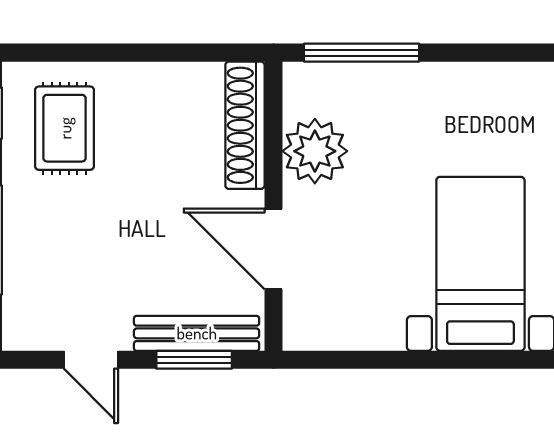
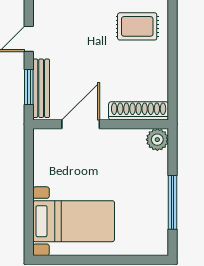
window: (362, 53) -> (173, 202), moved
plant: (315, 151) -> (157, 140), moved, width x0.73, depth x0.73

